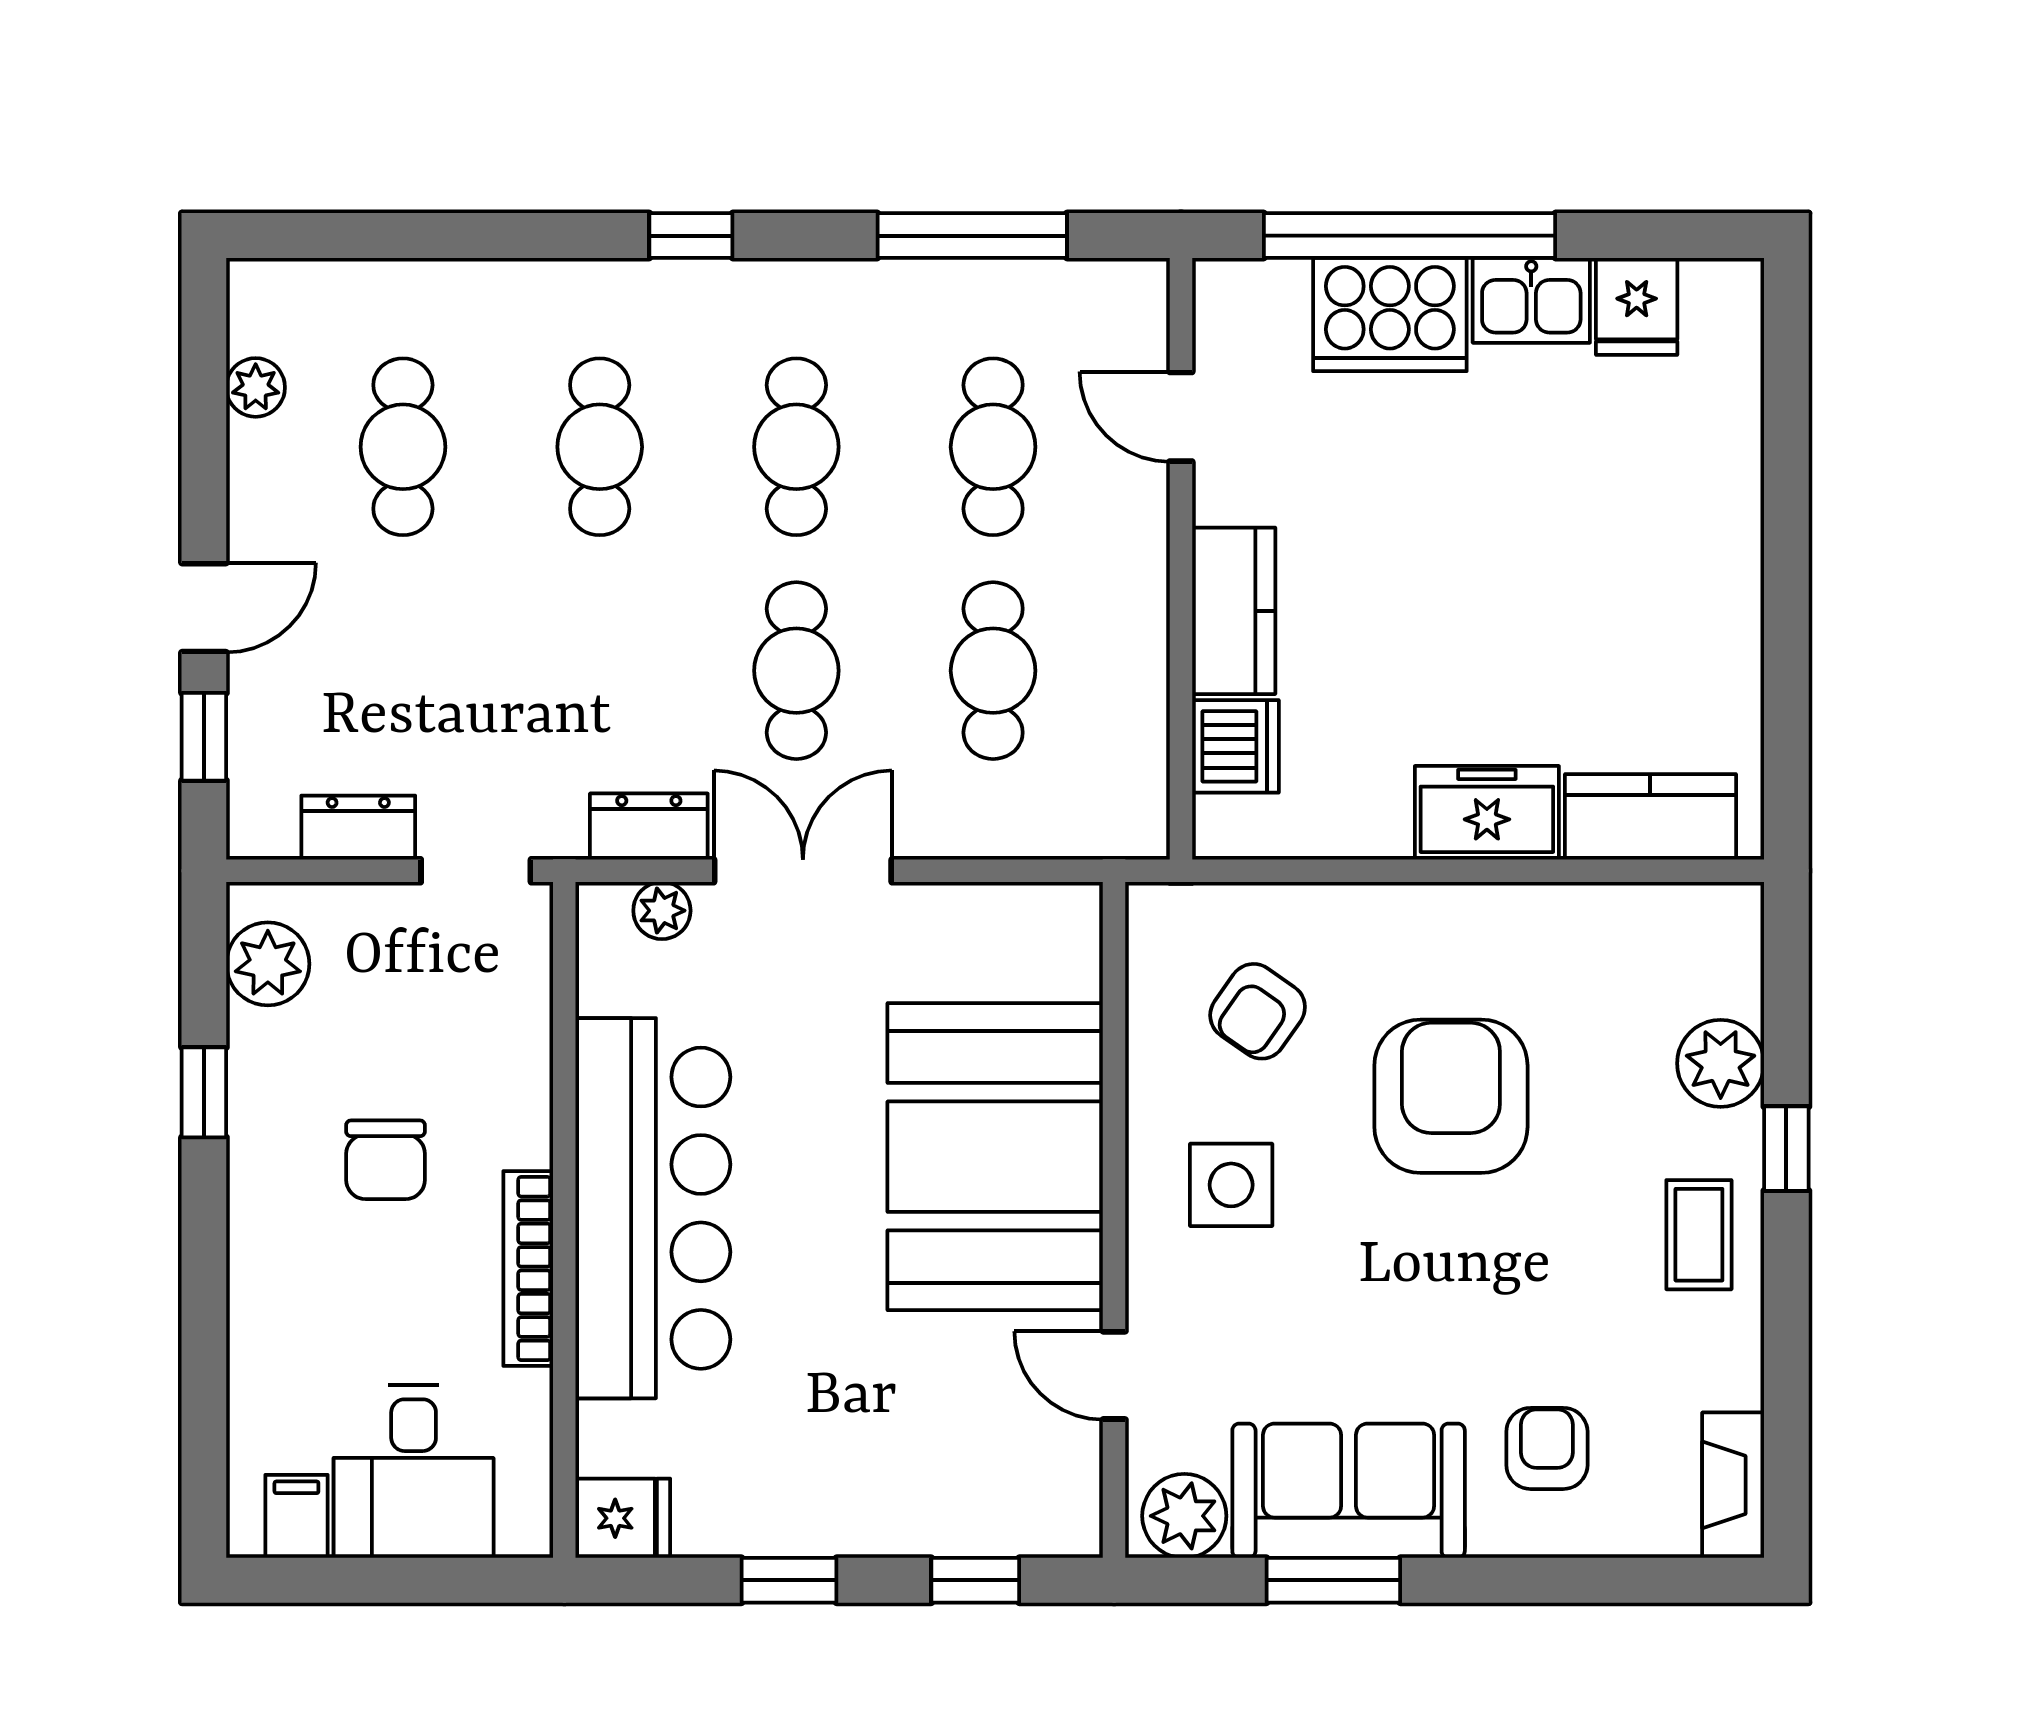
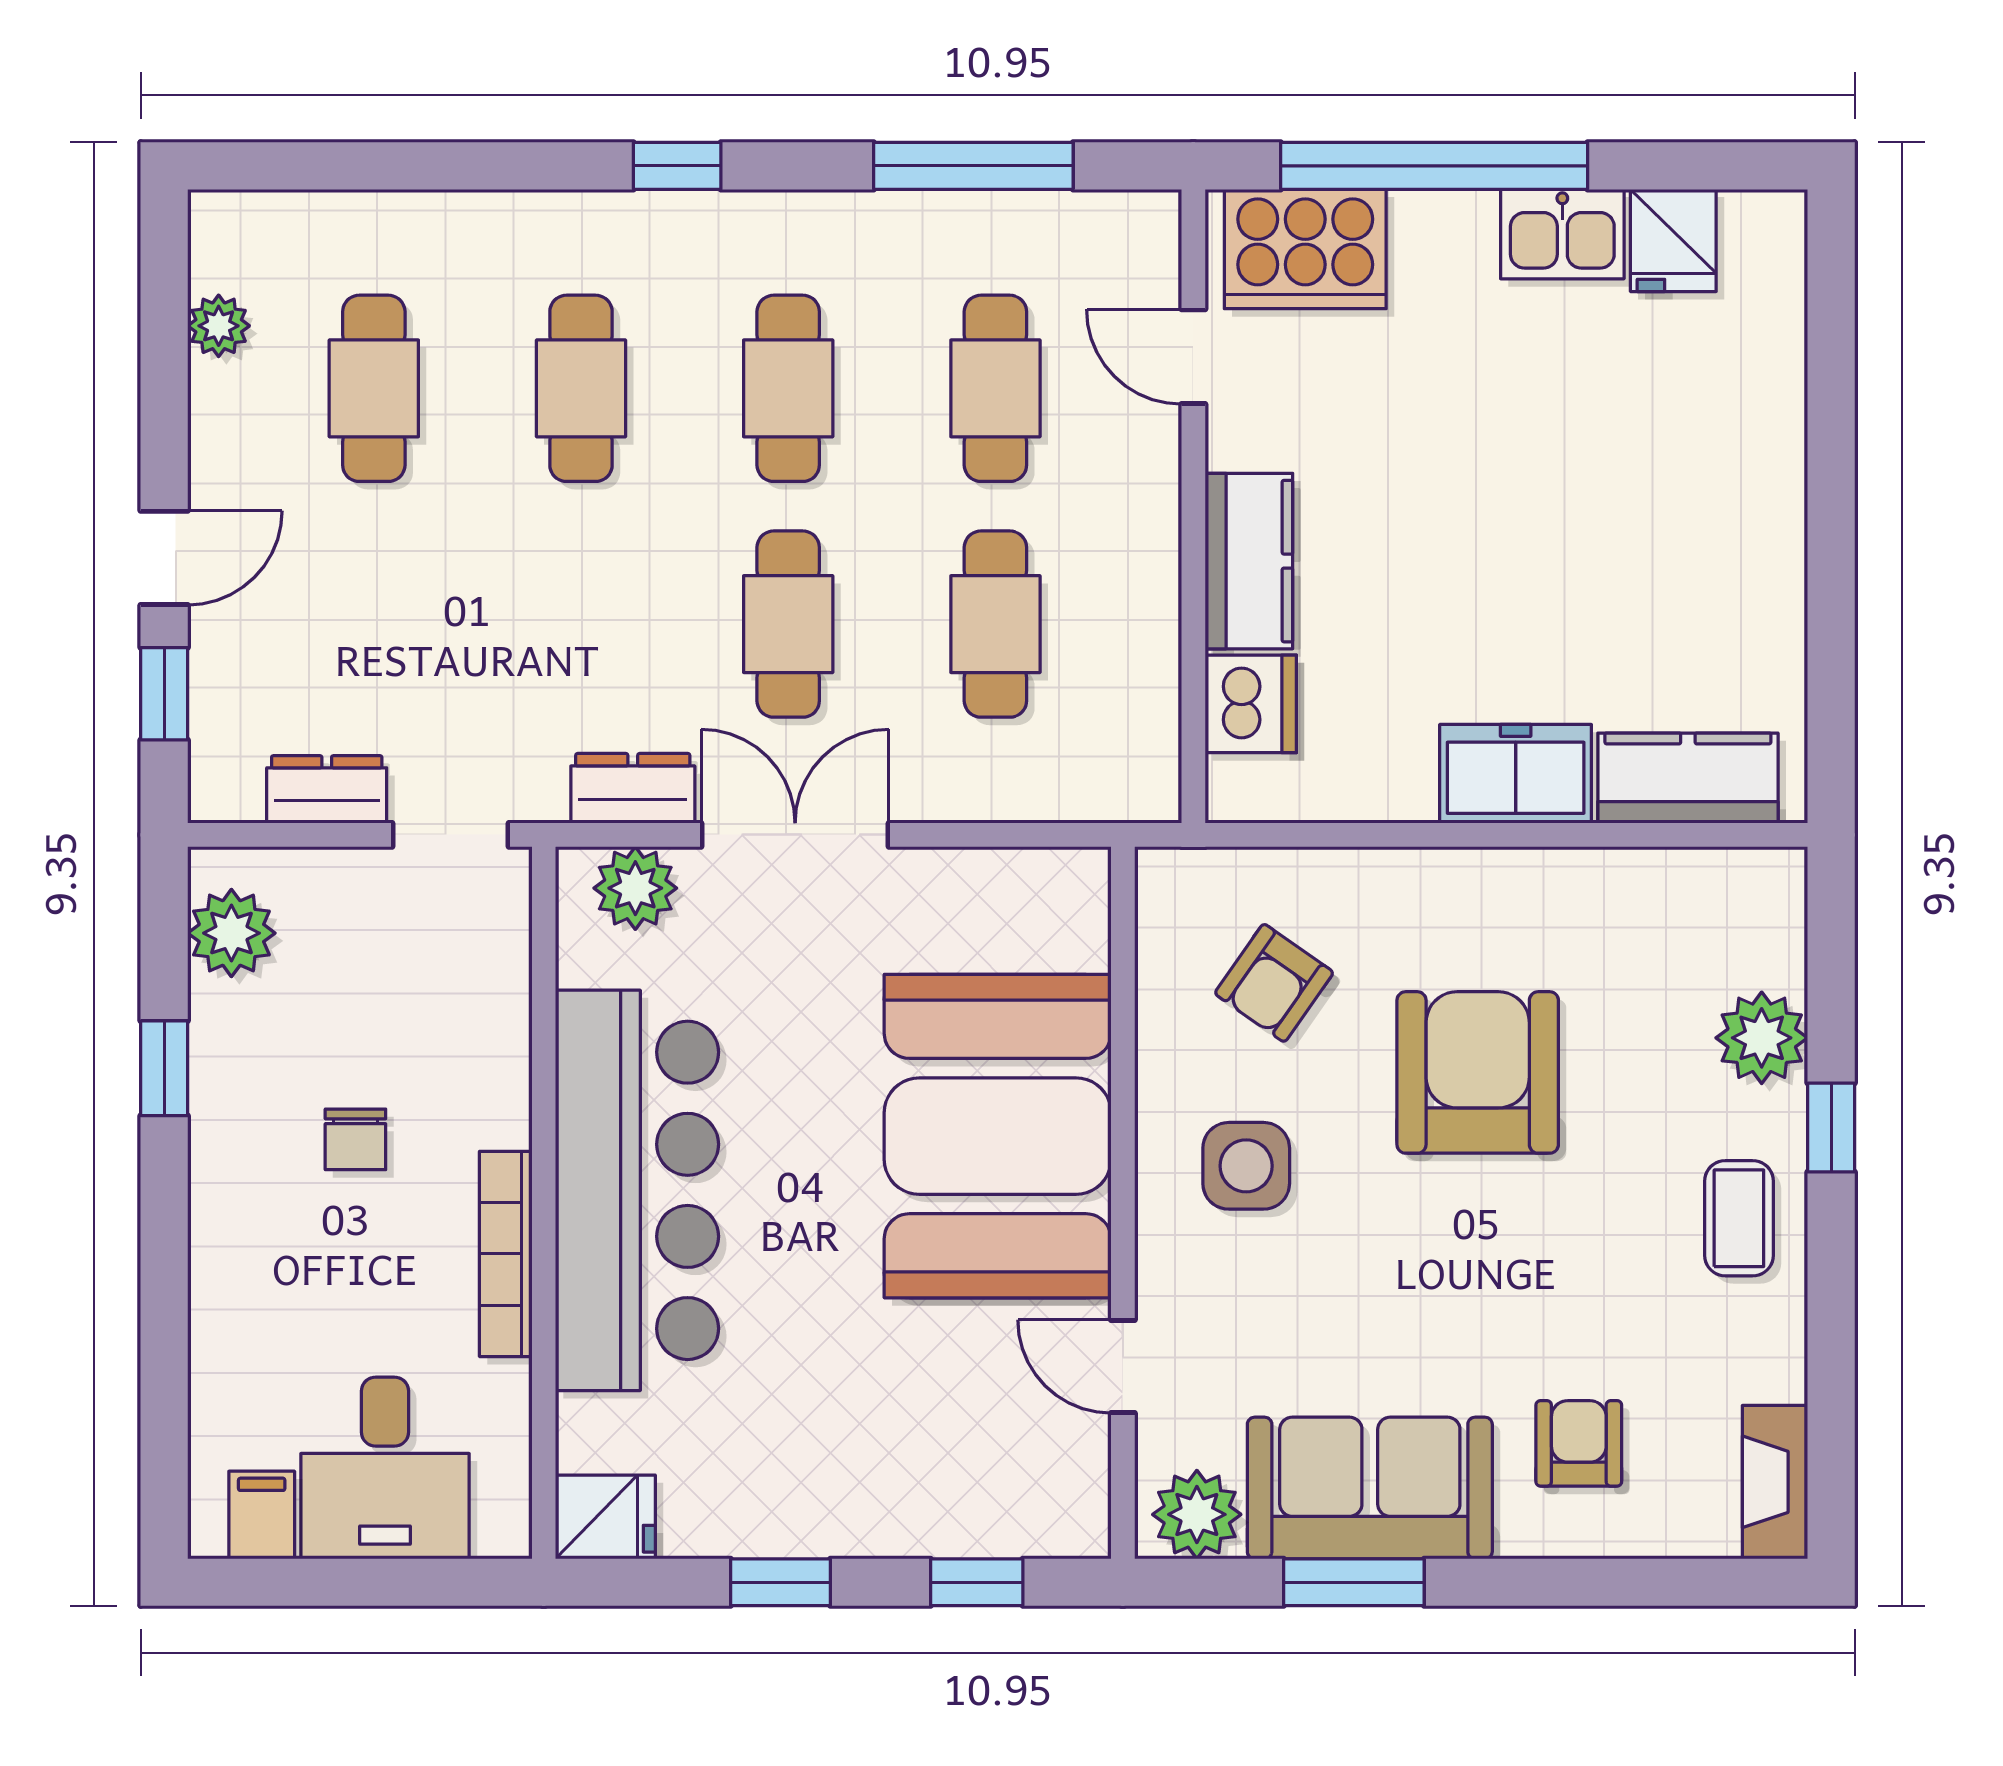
cooker: (1390, 315) -> (1305, 249), moved
plant: (662, 911) -> (635, 888), width x1.38, depth x1.38
chair: (386, 1160) -> (355, 1139), width x0.73, depth x0.73

